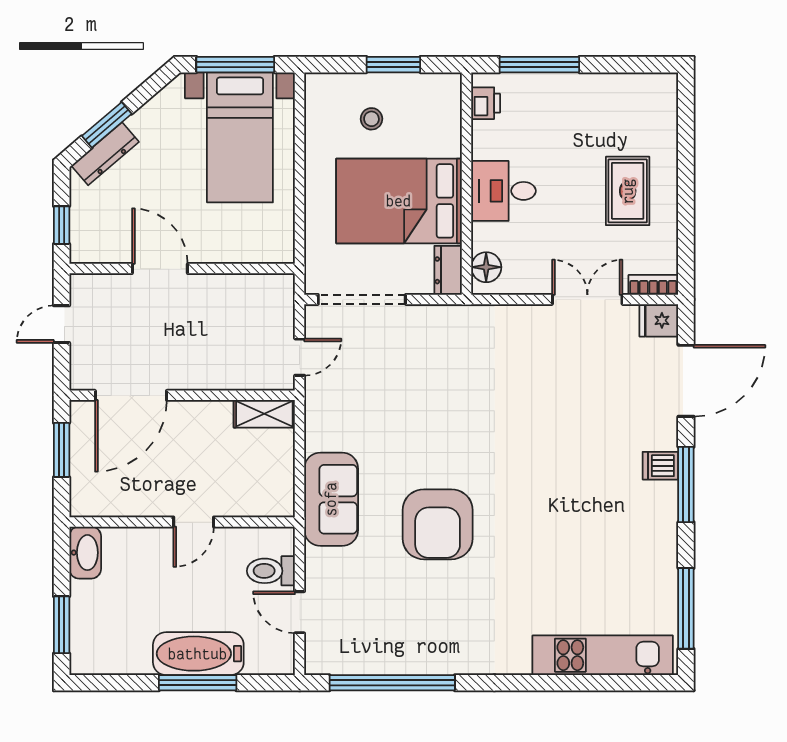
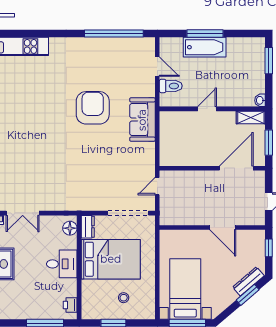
shelving: (264, 414) -> (251, 117), moved
washbasin: (85, 553) -> (260, 100), width x0.52, depth x0.69

